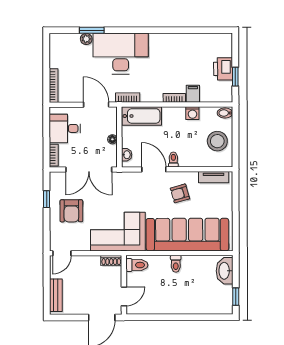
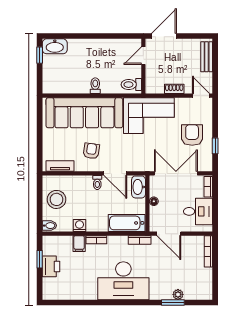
desk: (121, 54) -> (123, 281), moved
washbasin: (127, 155) -> (139, 187), width x1.91, depth x1.45
armchair: (180, 193) -> (91, 151), turned -66
door: (62, 253) -> (201, 96), hinge flipped
shoe rack: (111, 260) -> (174, 89), moved
washbasin: (225, 271) -> (55, 46), moved, turned 90

